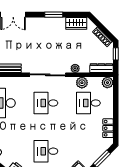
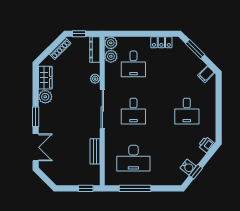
window: (54, 15) -> (36, 117), moved
plant: (59, 23) -> (45, 97), added
plant: (82, 83) -> (111, 56), moved

